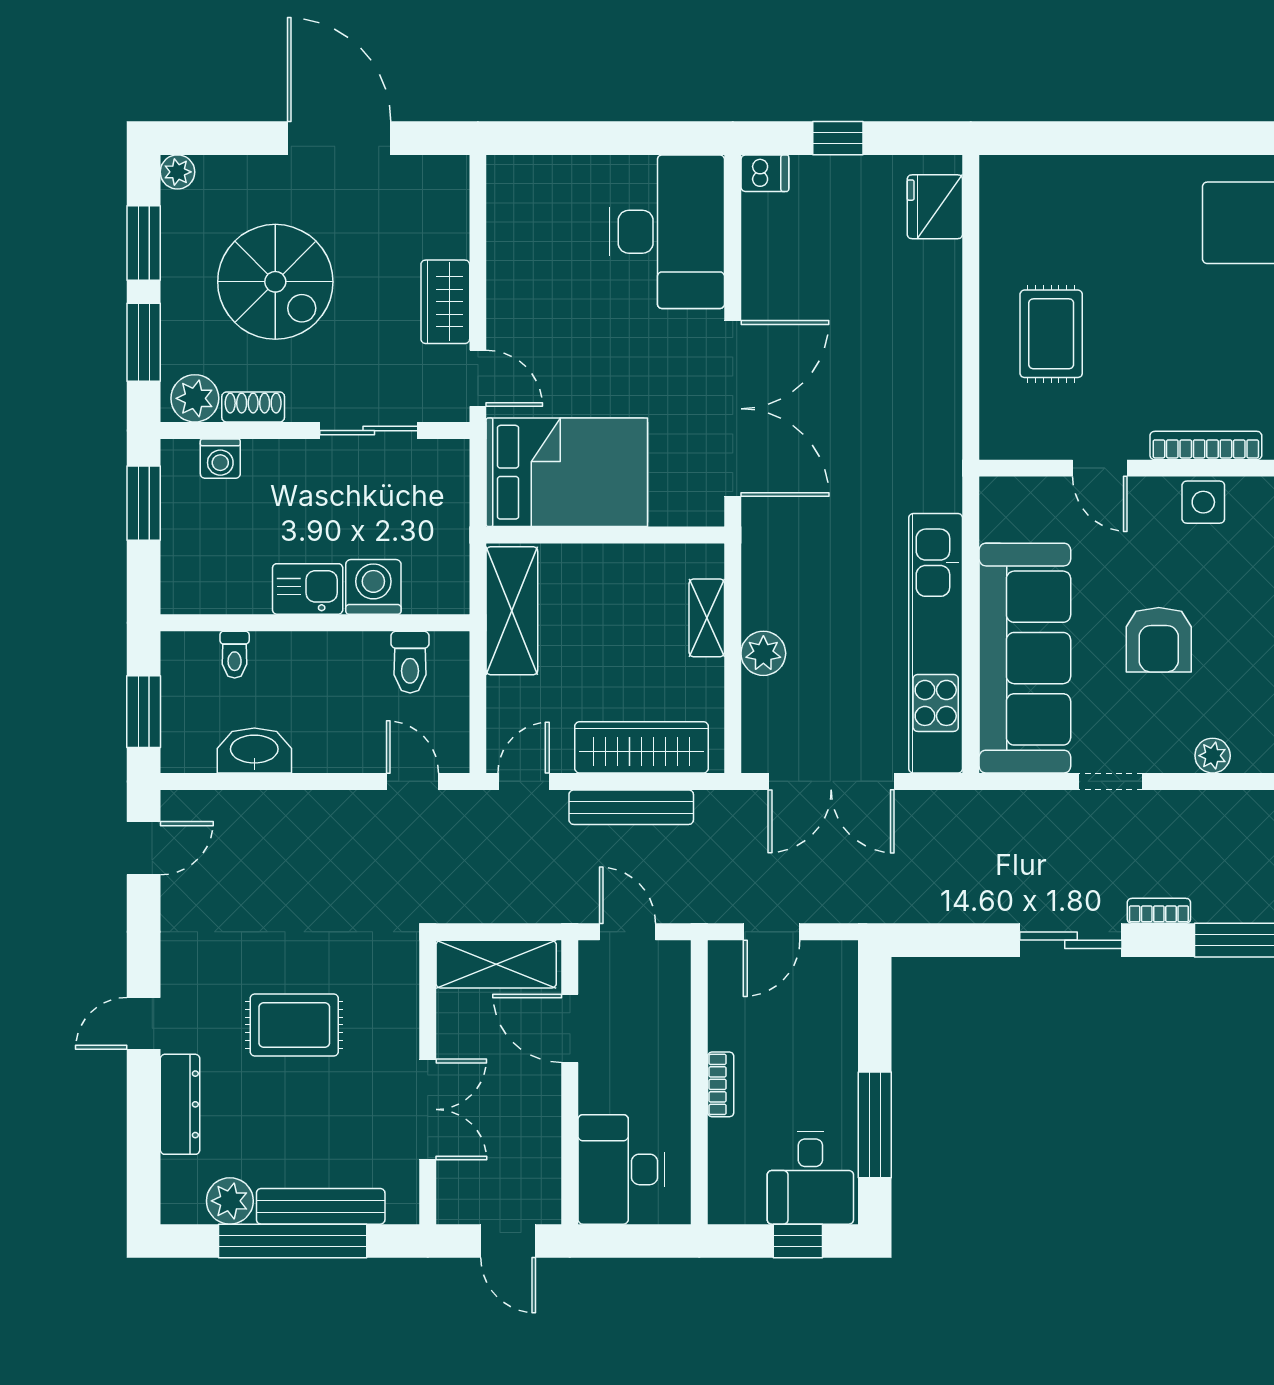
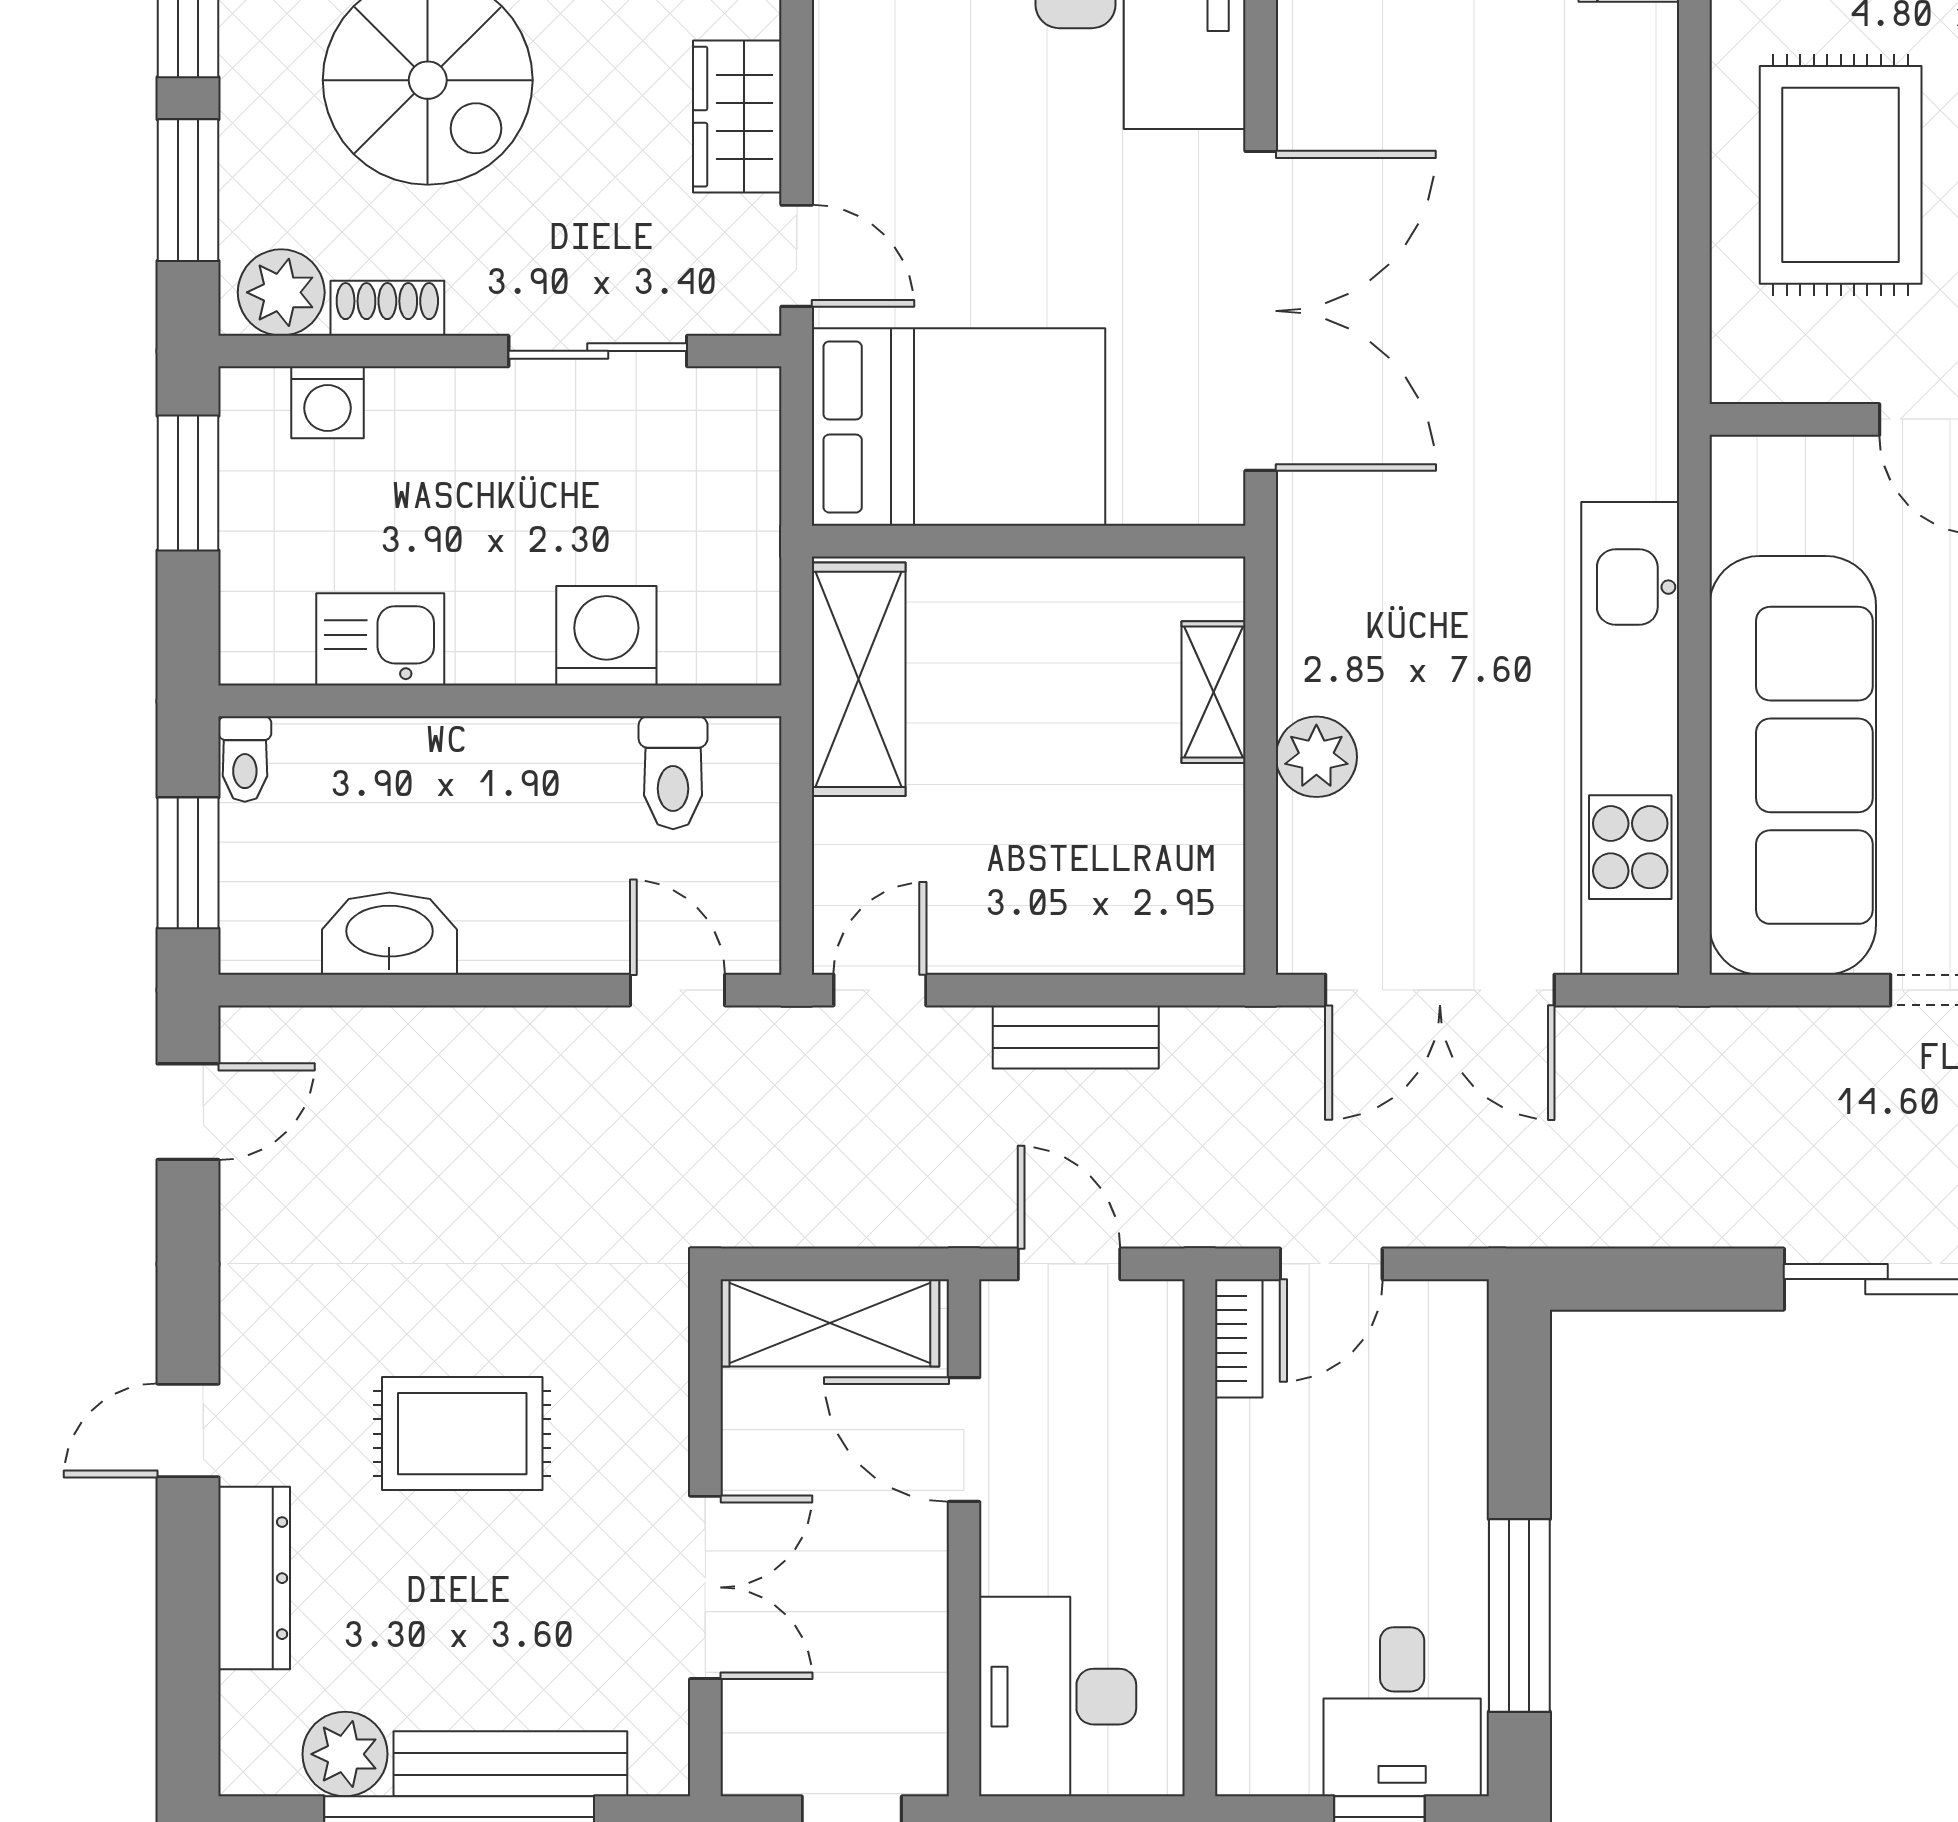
rug: (1051, 334) -> (1841, 175), width x1.36, depth x1.43
kitchen sink: (308, 589) -> (380, 639), moved
toilet: (235, 655) -> (245, 759), moved
wardrobe: (642, 747) -> (1095, 928), removed
bench: (631, 807) -> (1076, 1037), width x0.73
bookcase: (721, 1084) -> (1239, 1338), moved

